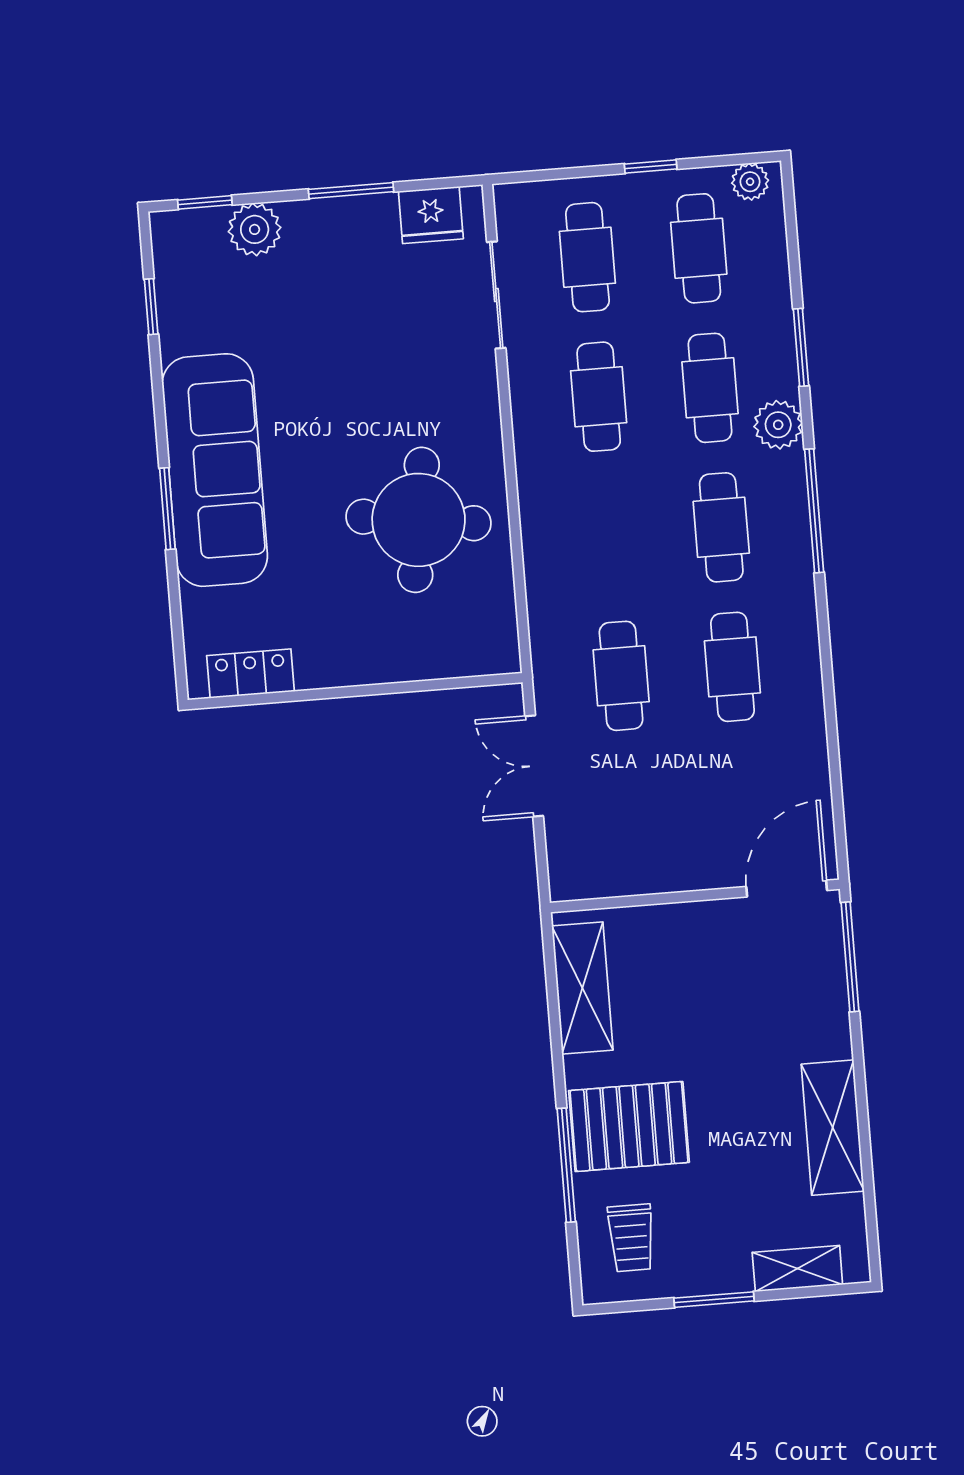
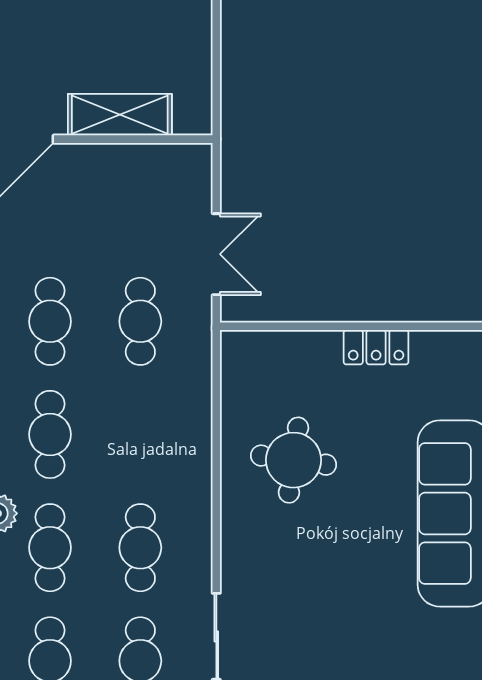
round table: (419, 520) -> (294, 460), width x0.73, depth x0.73
locker: (250, 673) -> (376, 347), moved
shelving: (582, 988) -> (120, 115), moved, turned 90

